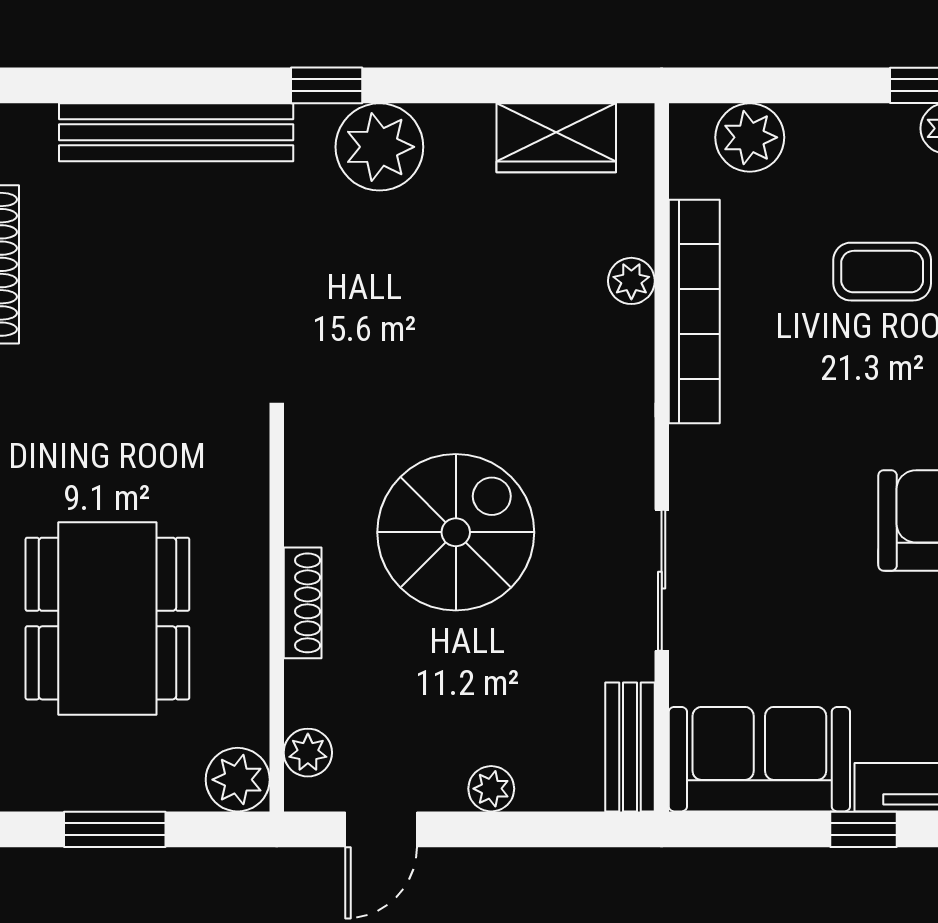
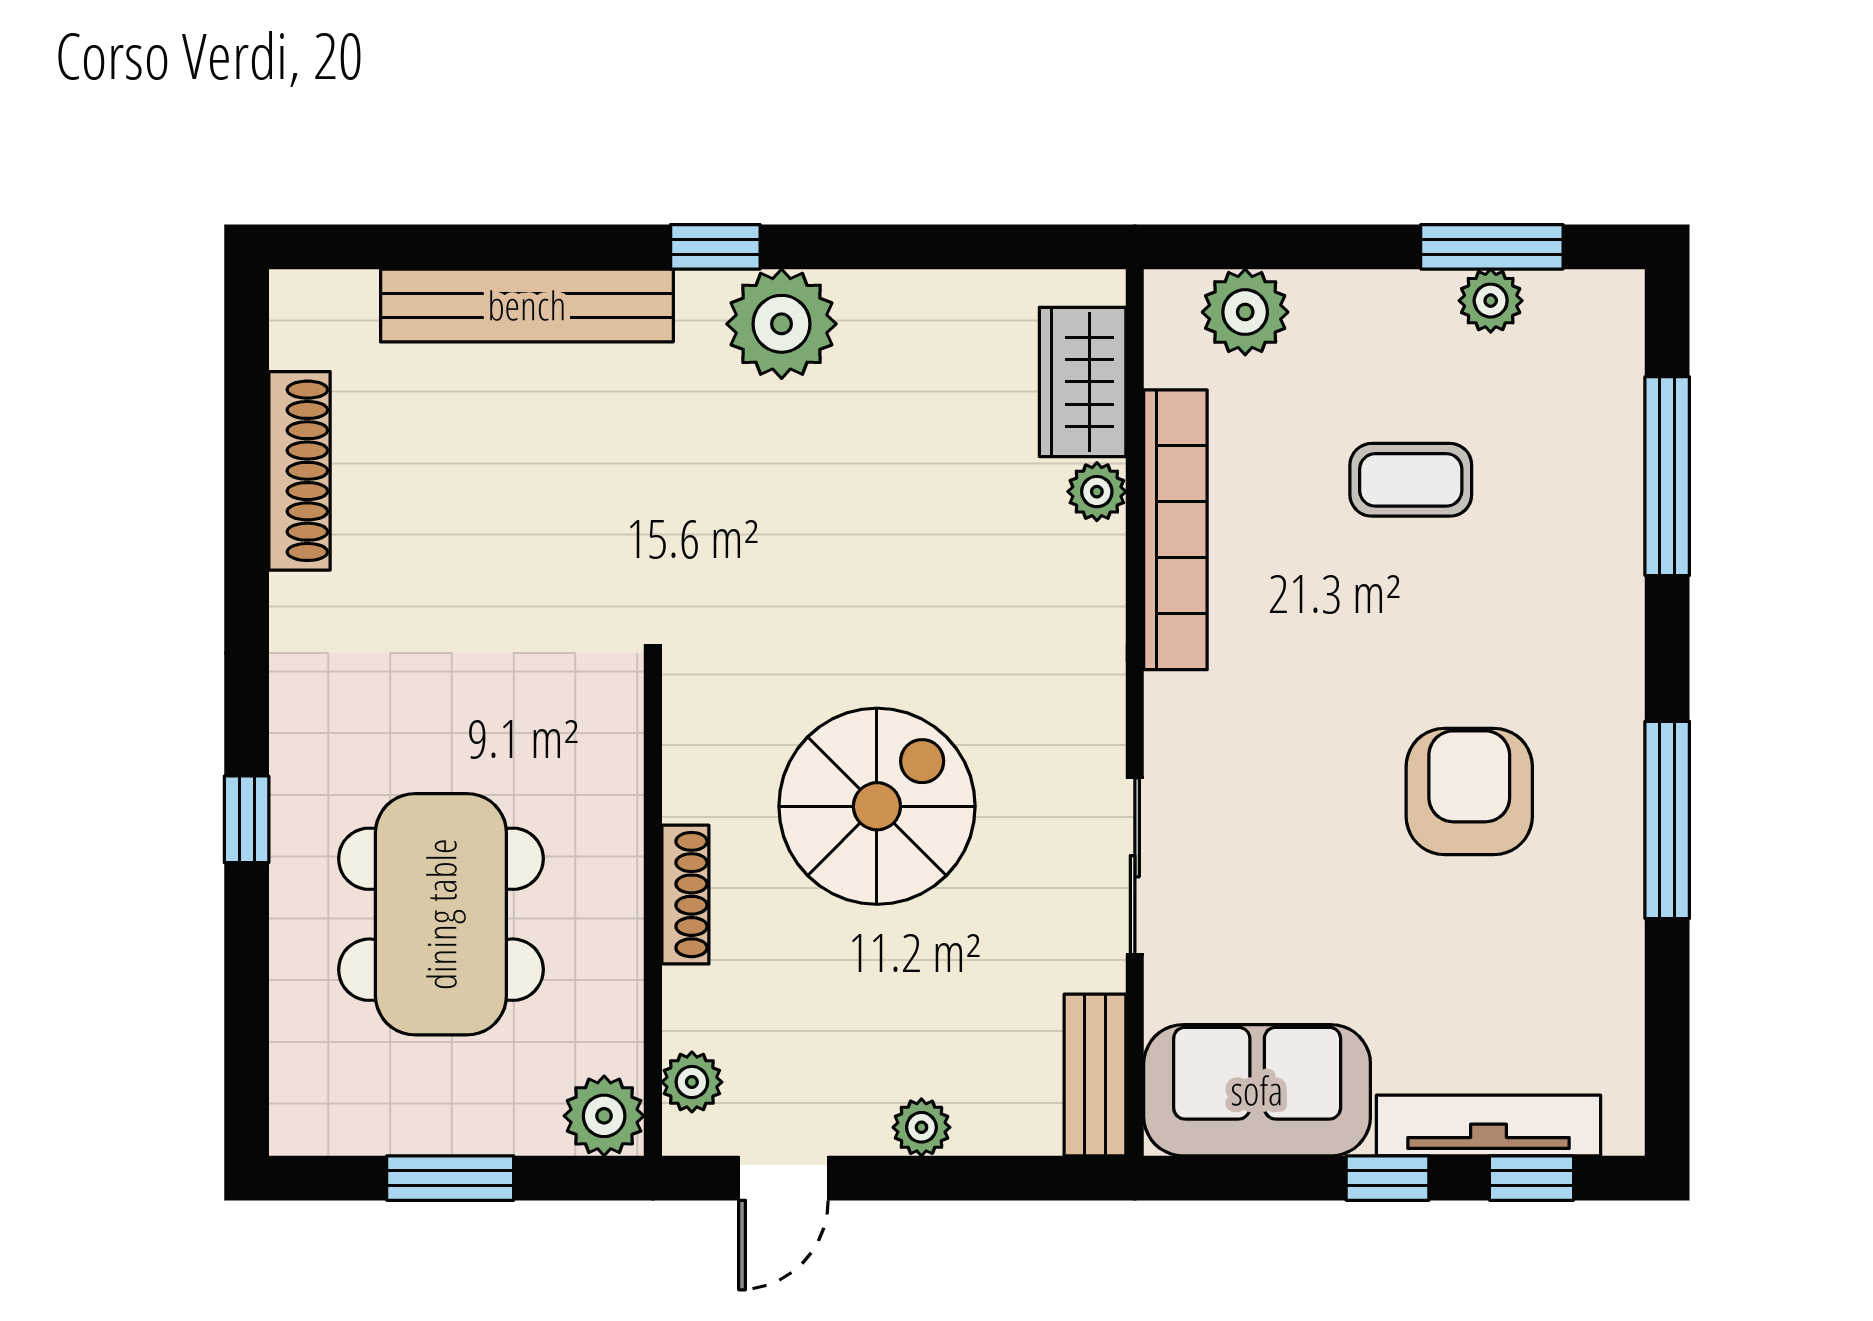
wardrobe: (556, 138) -> (1083, 382), moved, turned 90

